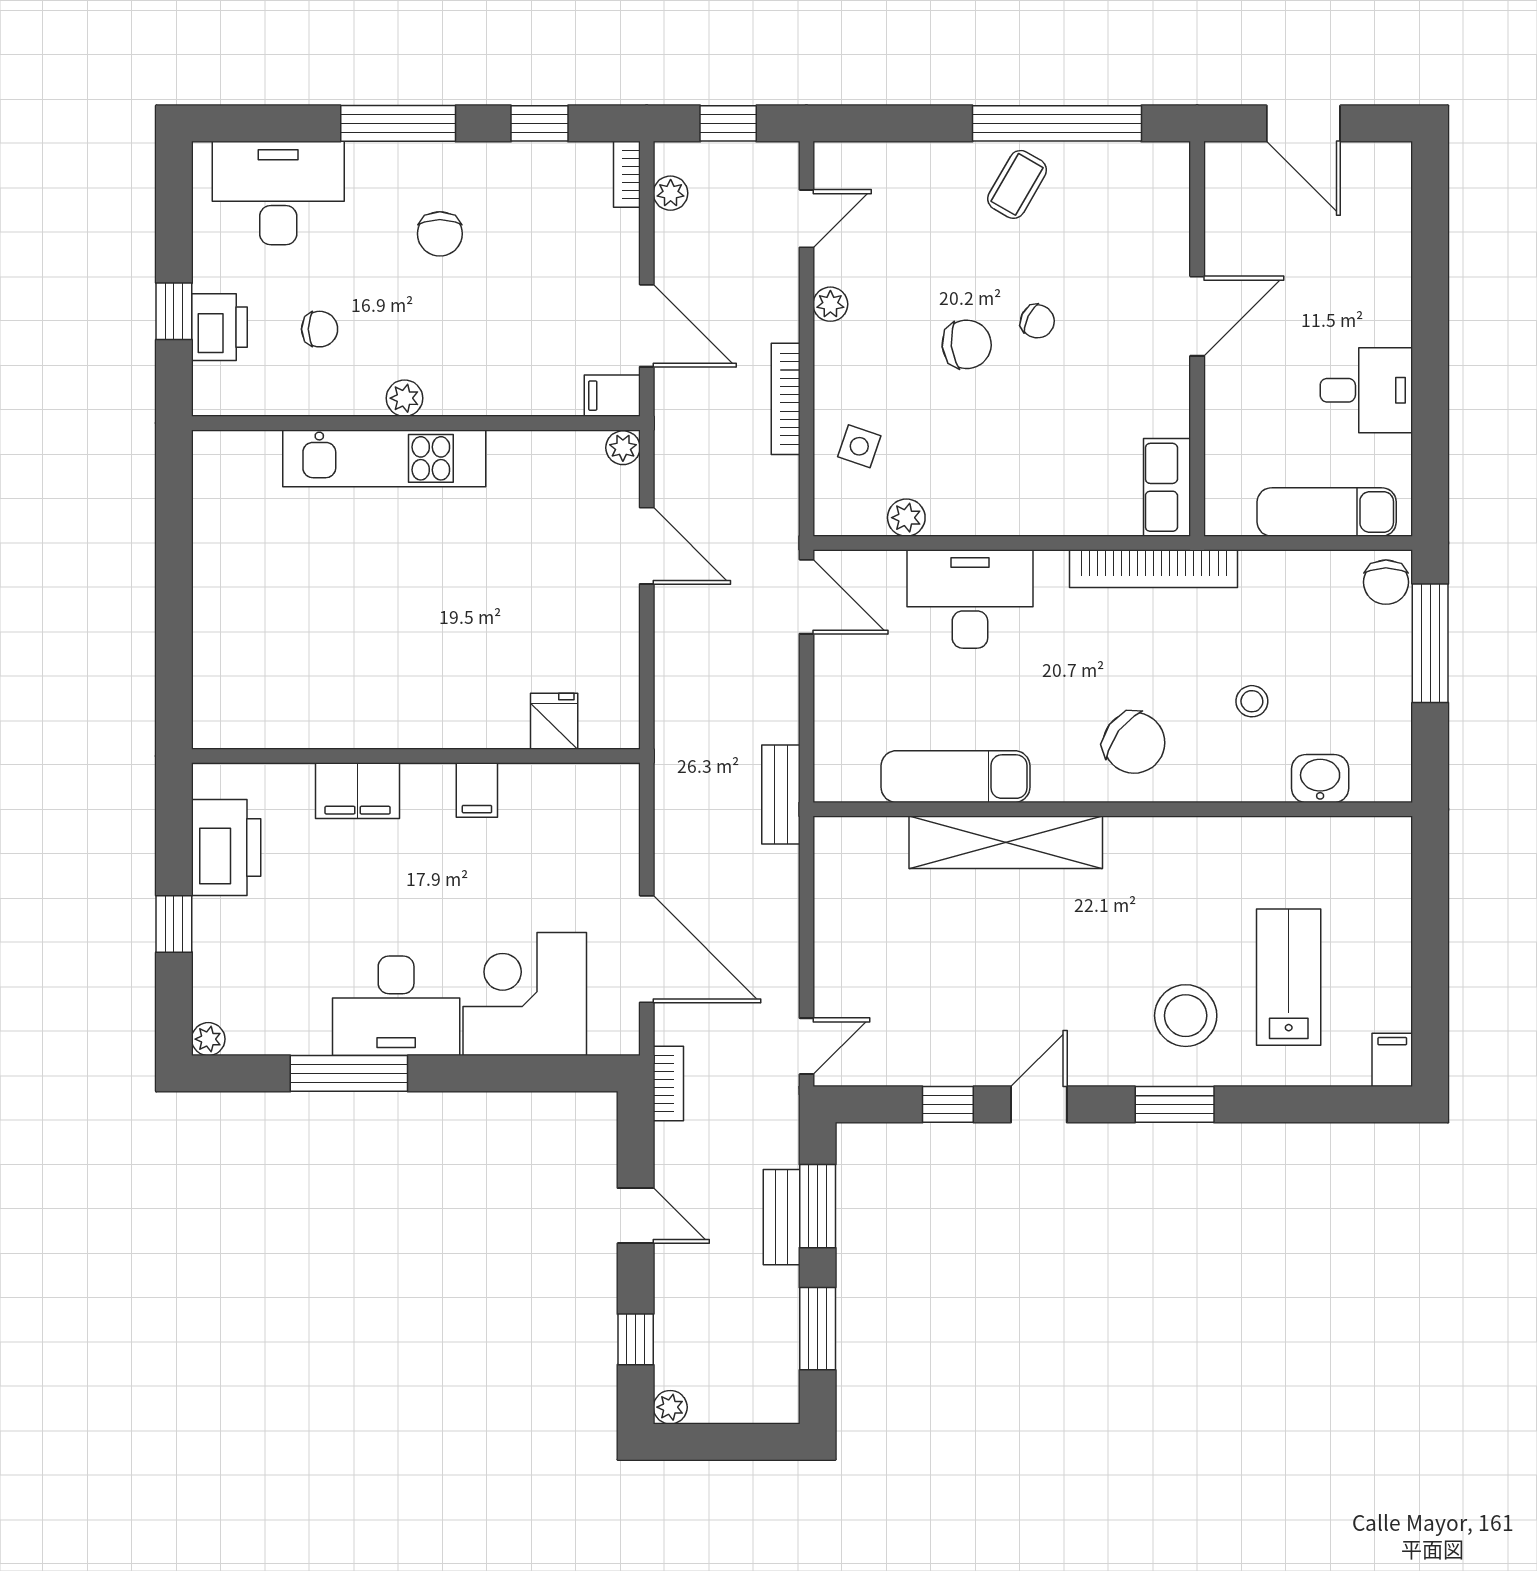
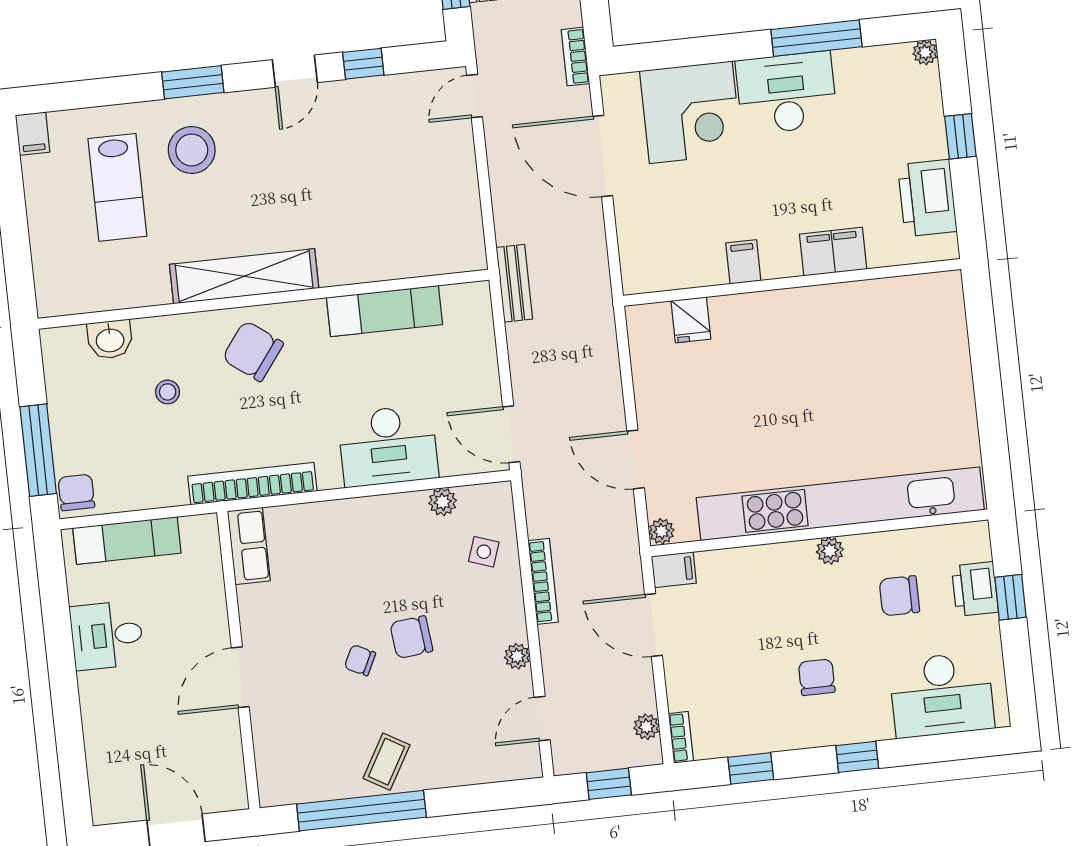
window: (398, 123) -> (857, 757), width x0.46
chair: (320, 329) -> (899, 596), width x1.37, depth x1.37
kitchen unit: (384, 458) -> (840, 504), width x1.86
shelving: (1006, 842) -> (244, 276), moved

